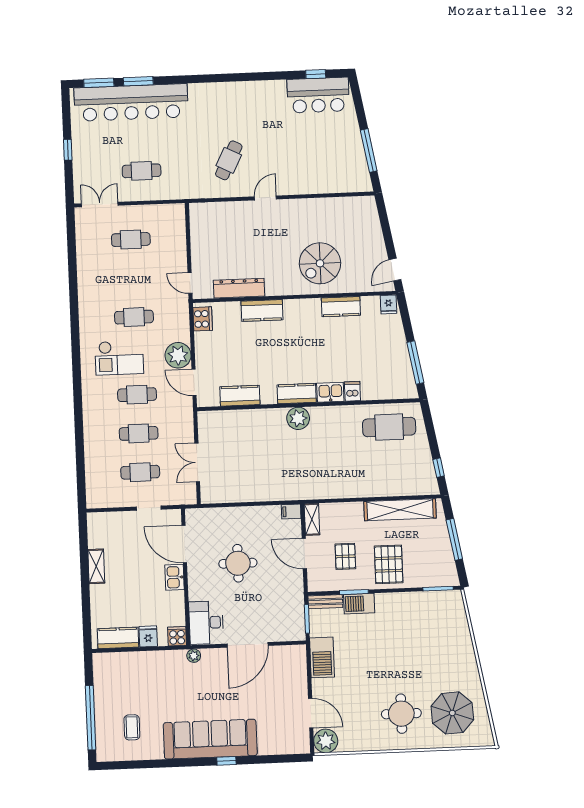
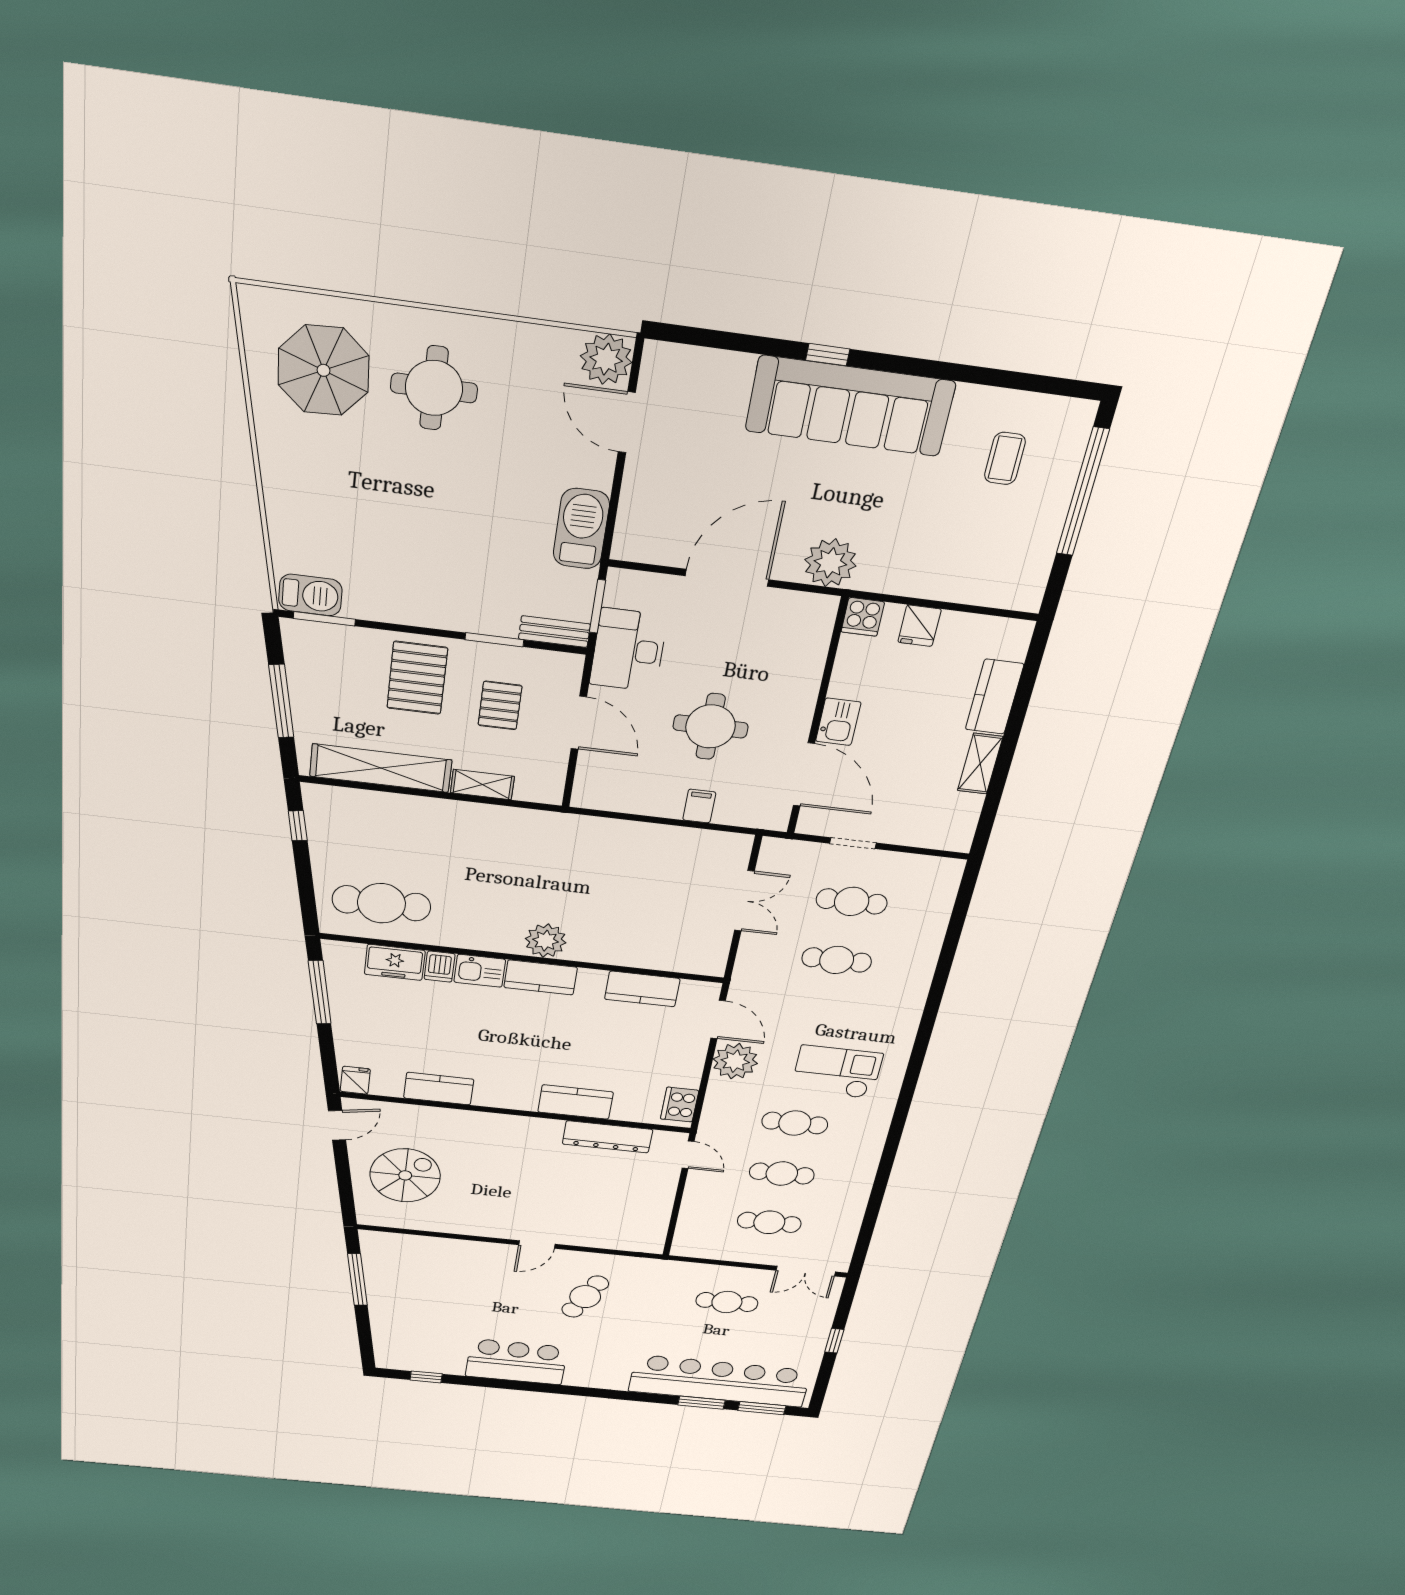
bar counter: (318, 95) -> (516, 1362), moved
spiral stairs: (320, 263) -> (405, 1175), moved
freezer: (377, 390) -> (395, 962), added
cafe table: (137, 395) -> (782, 1174), moved
filing cabinet: (291, 512) -> (699, 806), moved, turned -90
shelving: (312, 519) -> (482, 785), moved, turned 90
barbecue: (359, 604) -> (310, 595), moved
desk: (206, 623) -> (628, 650), moved, turned 180
kitchen counter: (118, 638) -> (994, 697), moved, turned 90
plant: (194, 656) -> (830, 563), width x1.87, depth x1.87

